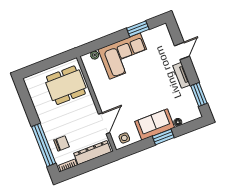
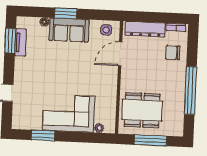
window: (48, 64) -> (151, 140), added
tv unit: (182, 75) -> (20, 42), moved
window: (44, 145) -> (190, 90), moved

